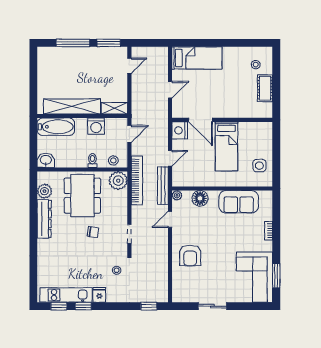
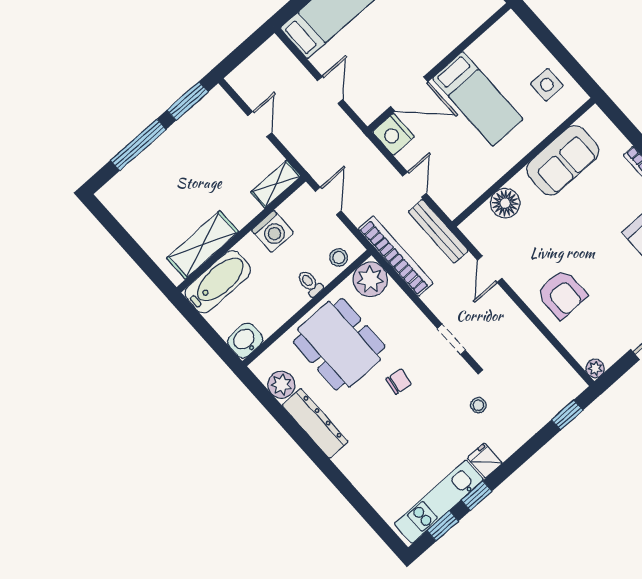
door: (129, 66) -> (260, 124), moved
shelving: (72, 106) -> (203, 245), width x0.68
plant: (177, 195) -> (595, 368), moved

